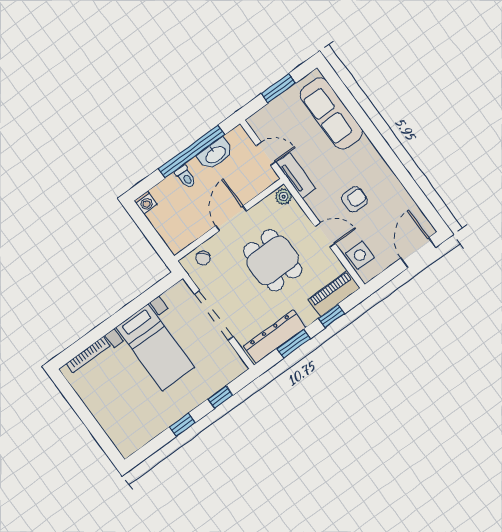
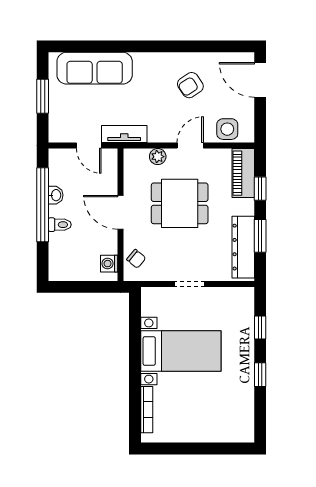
washbasin: (215, 154) -> (56, 195), width x0.52, depth x0.69
door: (266, 154) -> (89, 146), swing flipped
plant: (284, 197) -> (158, 157), moved
armchair: (354, 199) -> (190, 85), moved, turned -123
washing machine: (146, 203) -> (109, 264), moved, turned 180
doorway: (214, 315) -> (190, 284), width x0.53

